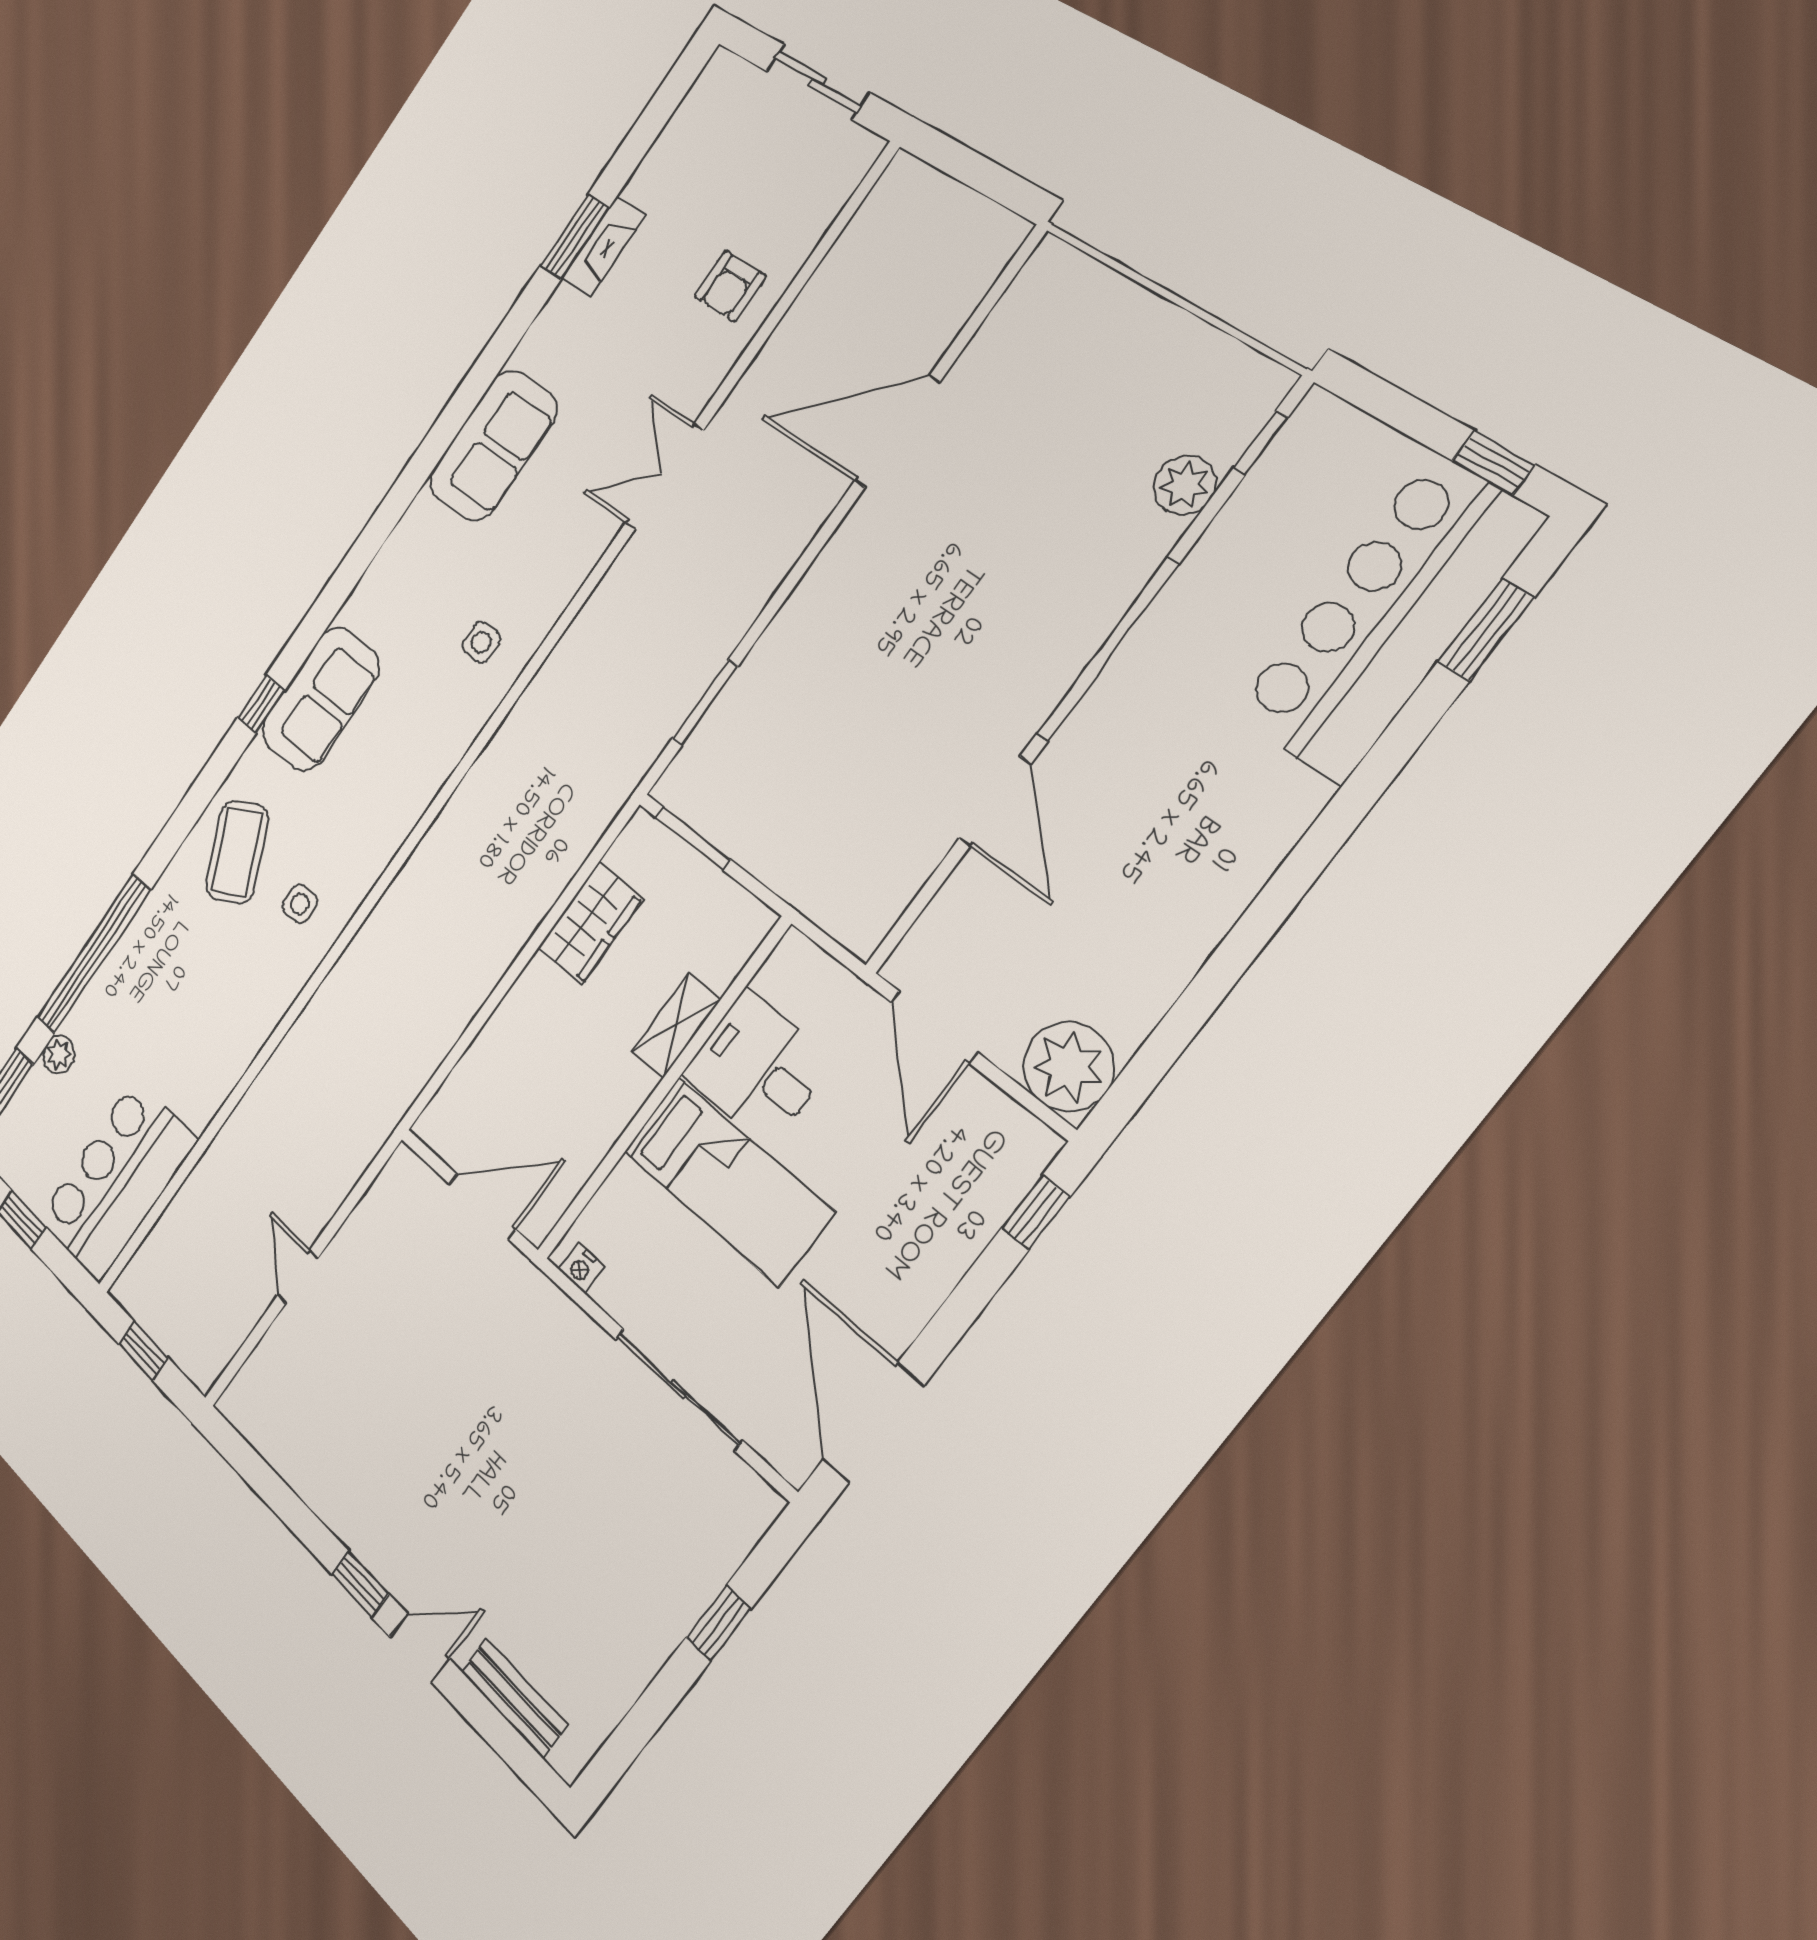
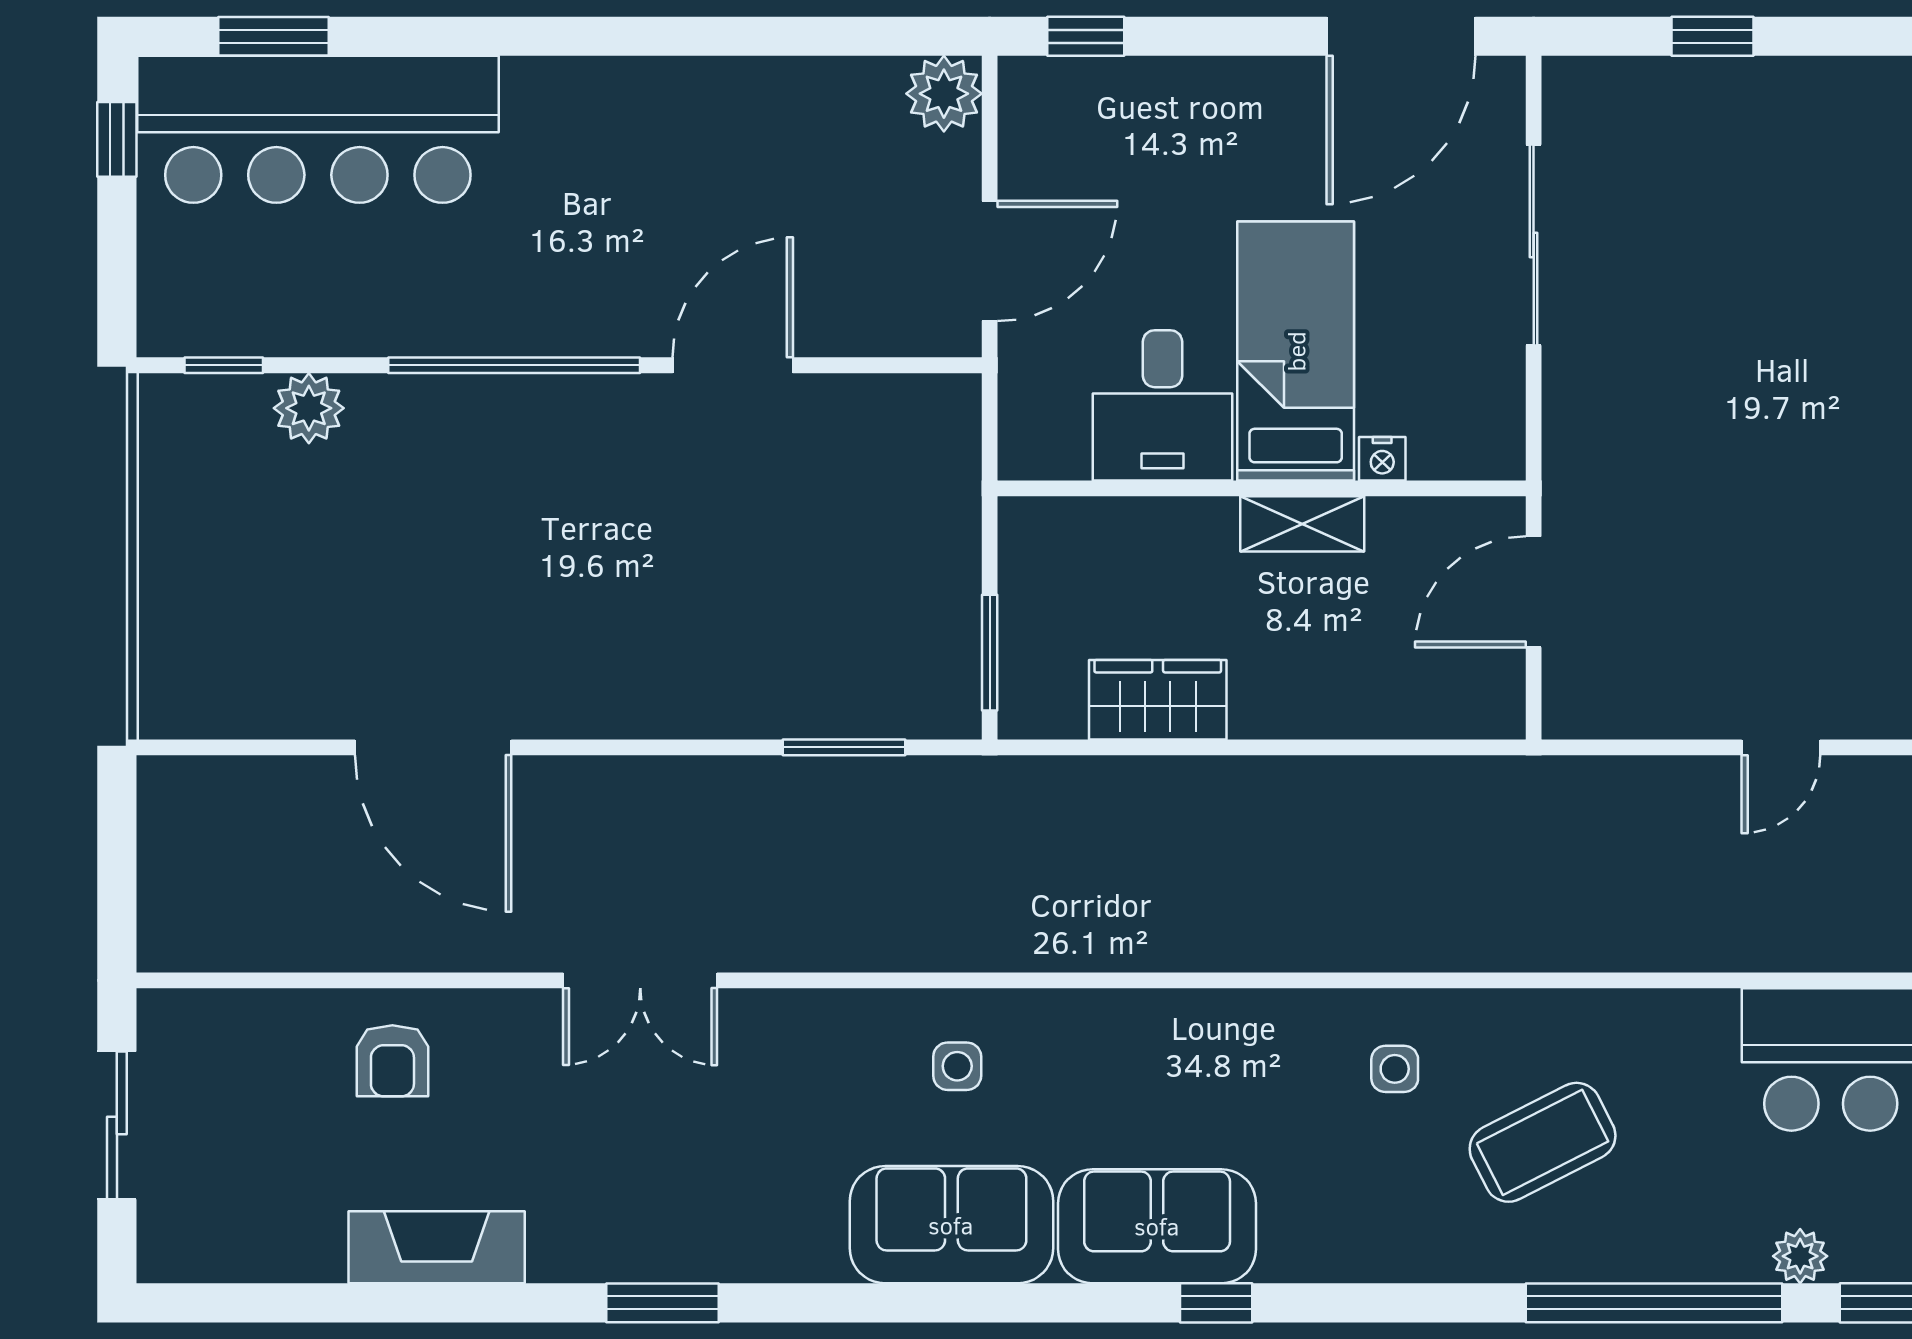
window: (575, 237) -> (662, 1303), moved
fireplace: (603, 246) -> (437, 1247), width x1.37, depth x1.32
armchair: (730, 286) -> (392, 1061), turned 90
sofa: (493, 446) -> (951, 1225), moved
coffee table: (237, 852) -> (1543, 1142), moved
shelving: (676, 1025) -> (1302, 524), moved
plant: (1068, 1067) -> (944, 94), width x0.73, depth x0.73
door: (482, 1207) -> (1534, 592), hinge flipped
nightstand: (581, 1268) -> (1382, 459), moved, turned 90

